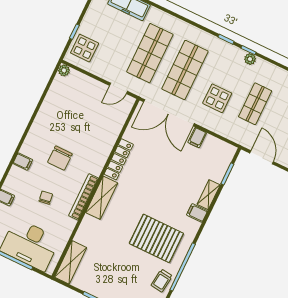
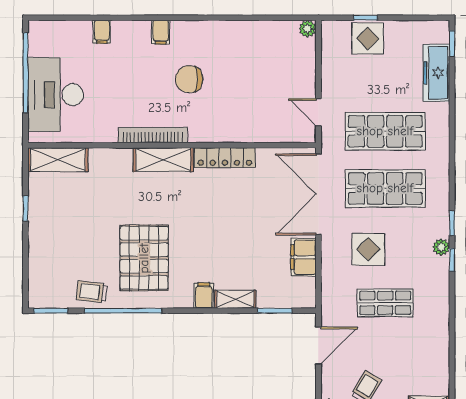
display table: (85, 48) -> (368, 39), moved
plant: (250, 59) -> (441, 247), moved
filing cabinet: (197, 138) -> (303, 257), width x2.00
chair: (46, 198) -> (128, 86), removed

